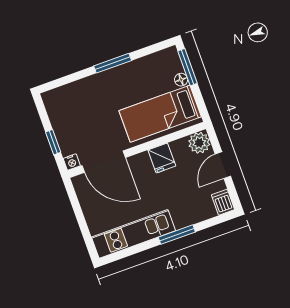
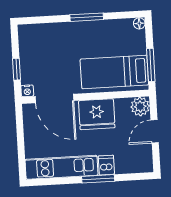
window: (188, 67) -> (151, 65), moved
floor lamp: (181, 80) -> (139, 23), moved
fridge: (162, 158) -> (97, 114), width x1.88, depth x1.34
dishwasher: (223, 202) -> (106, 165), moved

